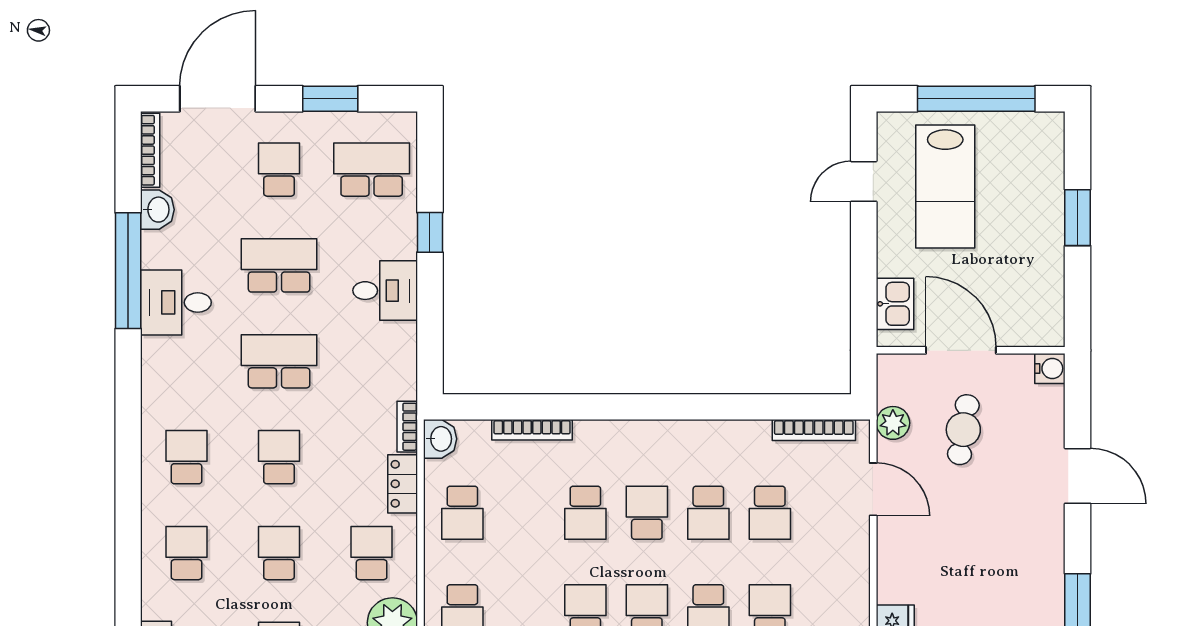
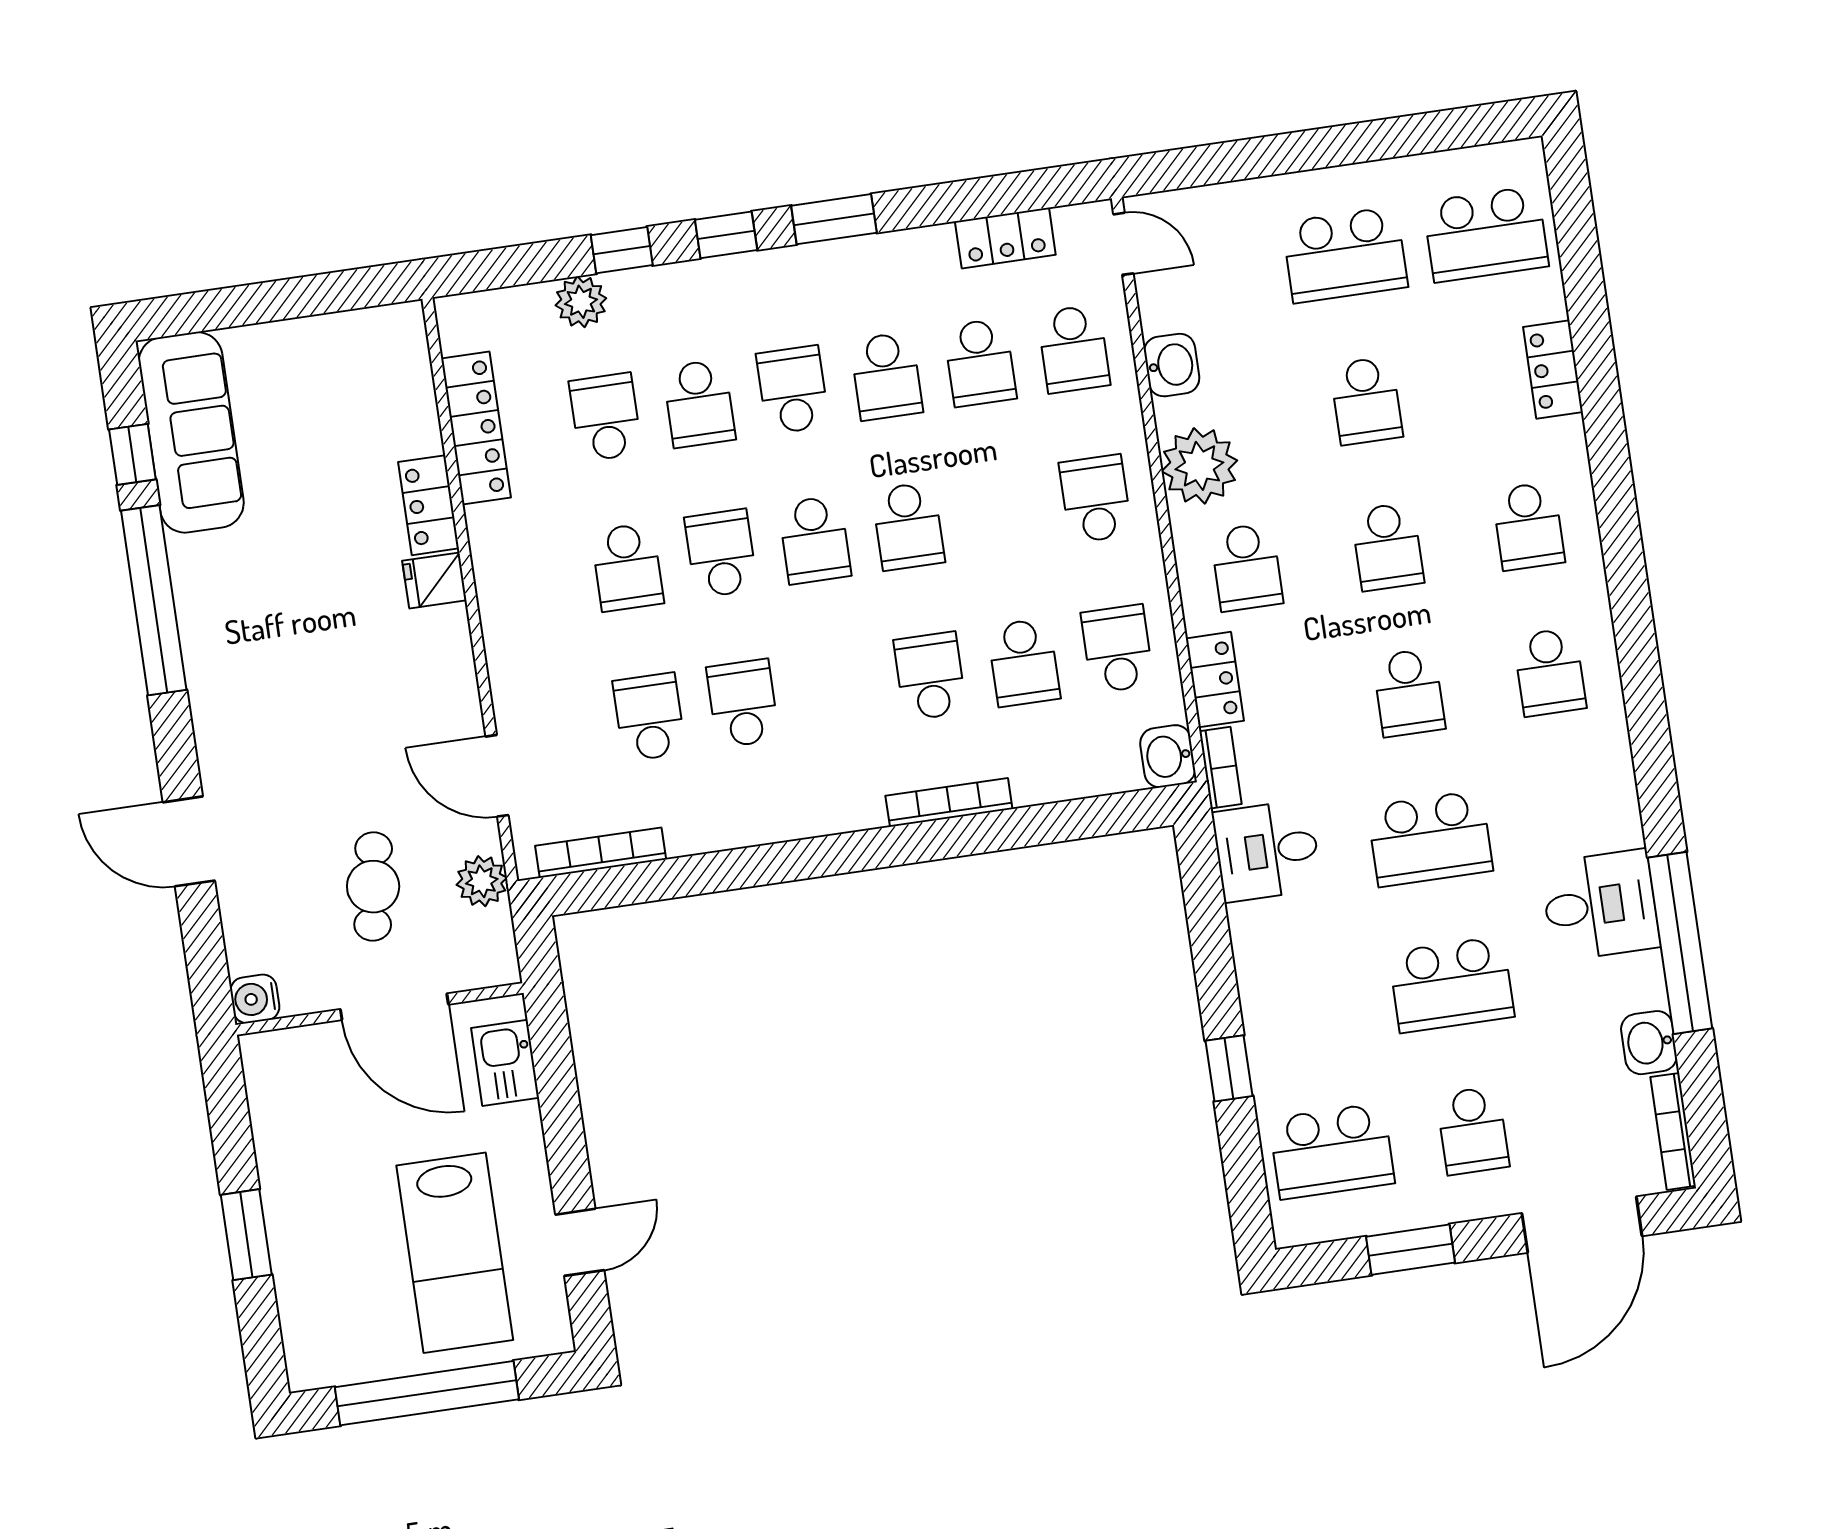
lab bench: (945, 186) -> (455, 1253), turned 180
desk: (385, 291) -> (1267, 851), moved
bookcase: (532, 430) -> (949, 802), moved
school desk: (647, 513) -> (1024, 662), moved

